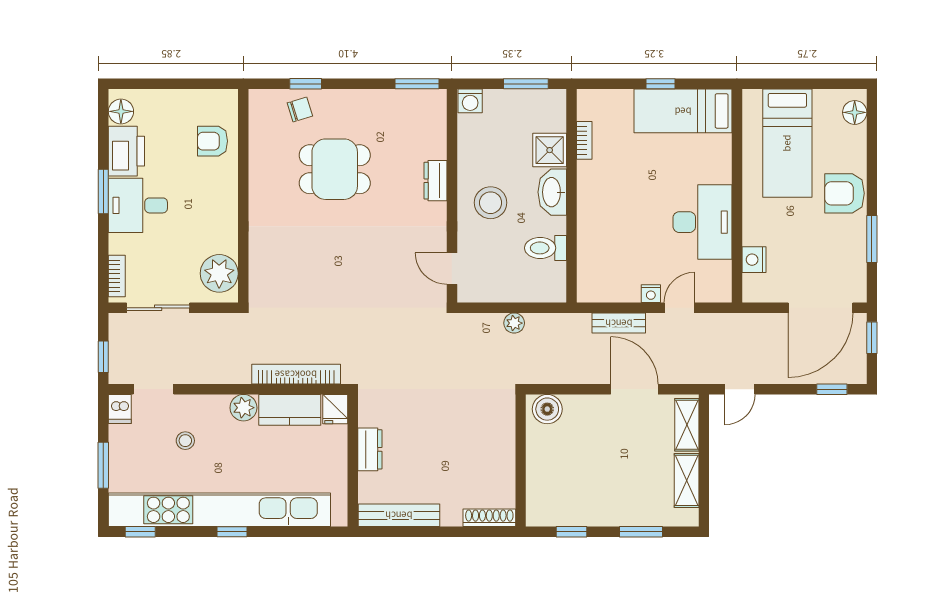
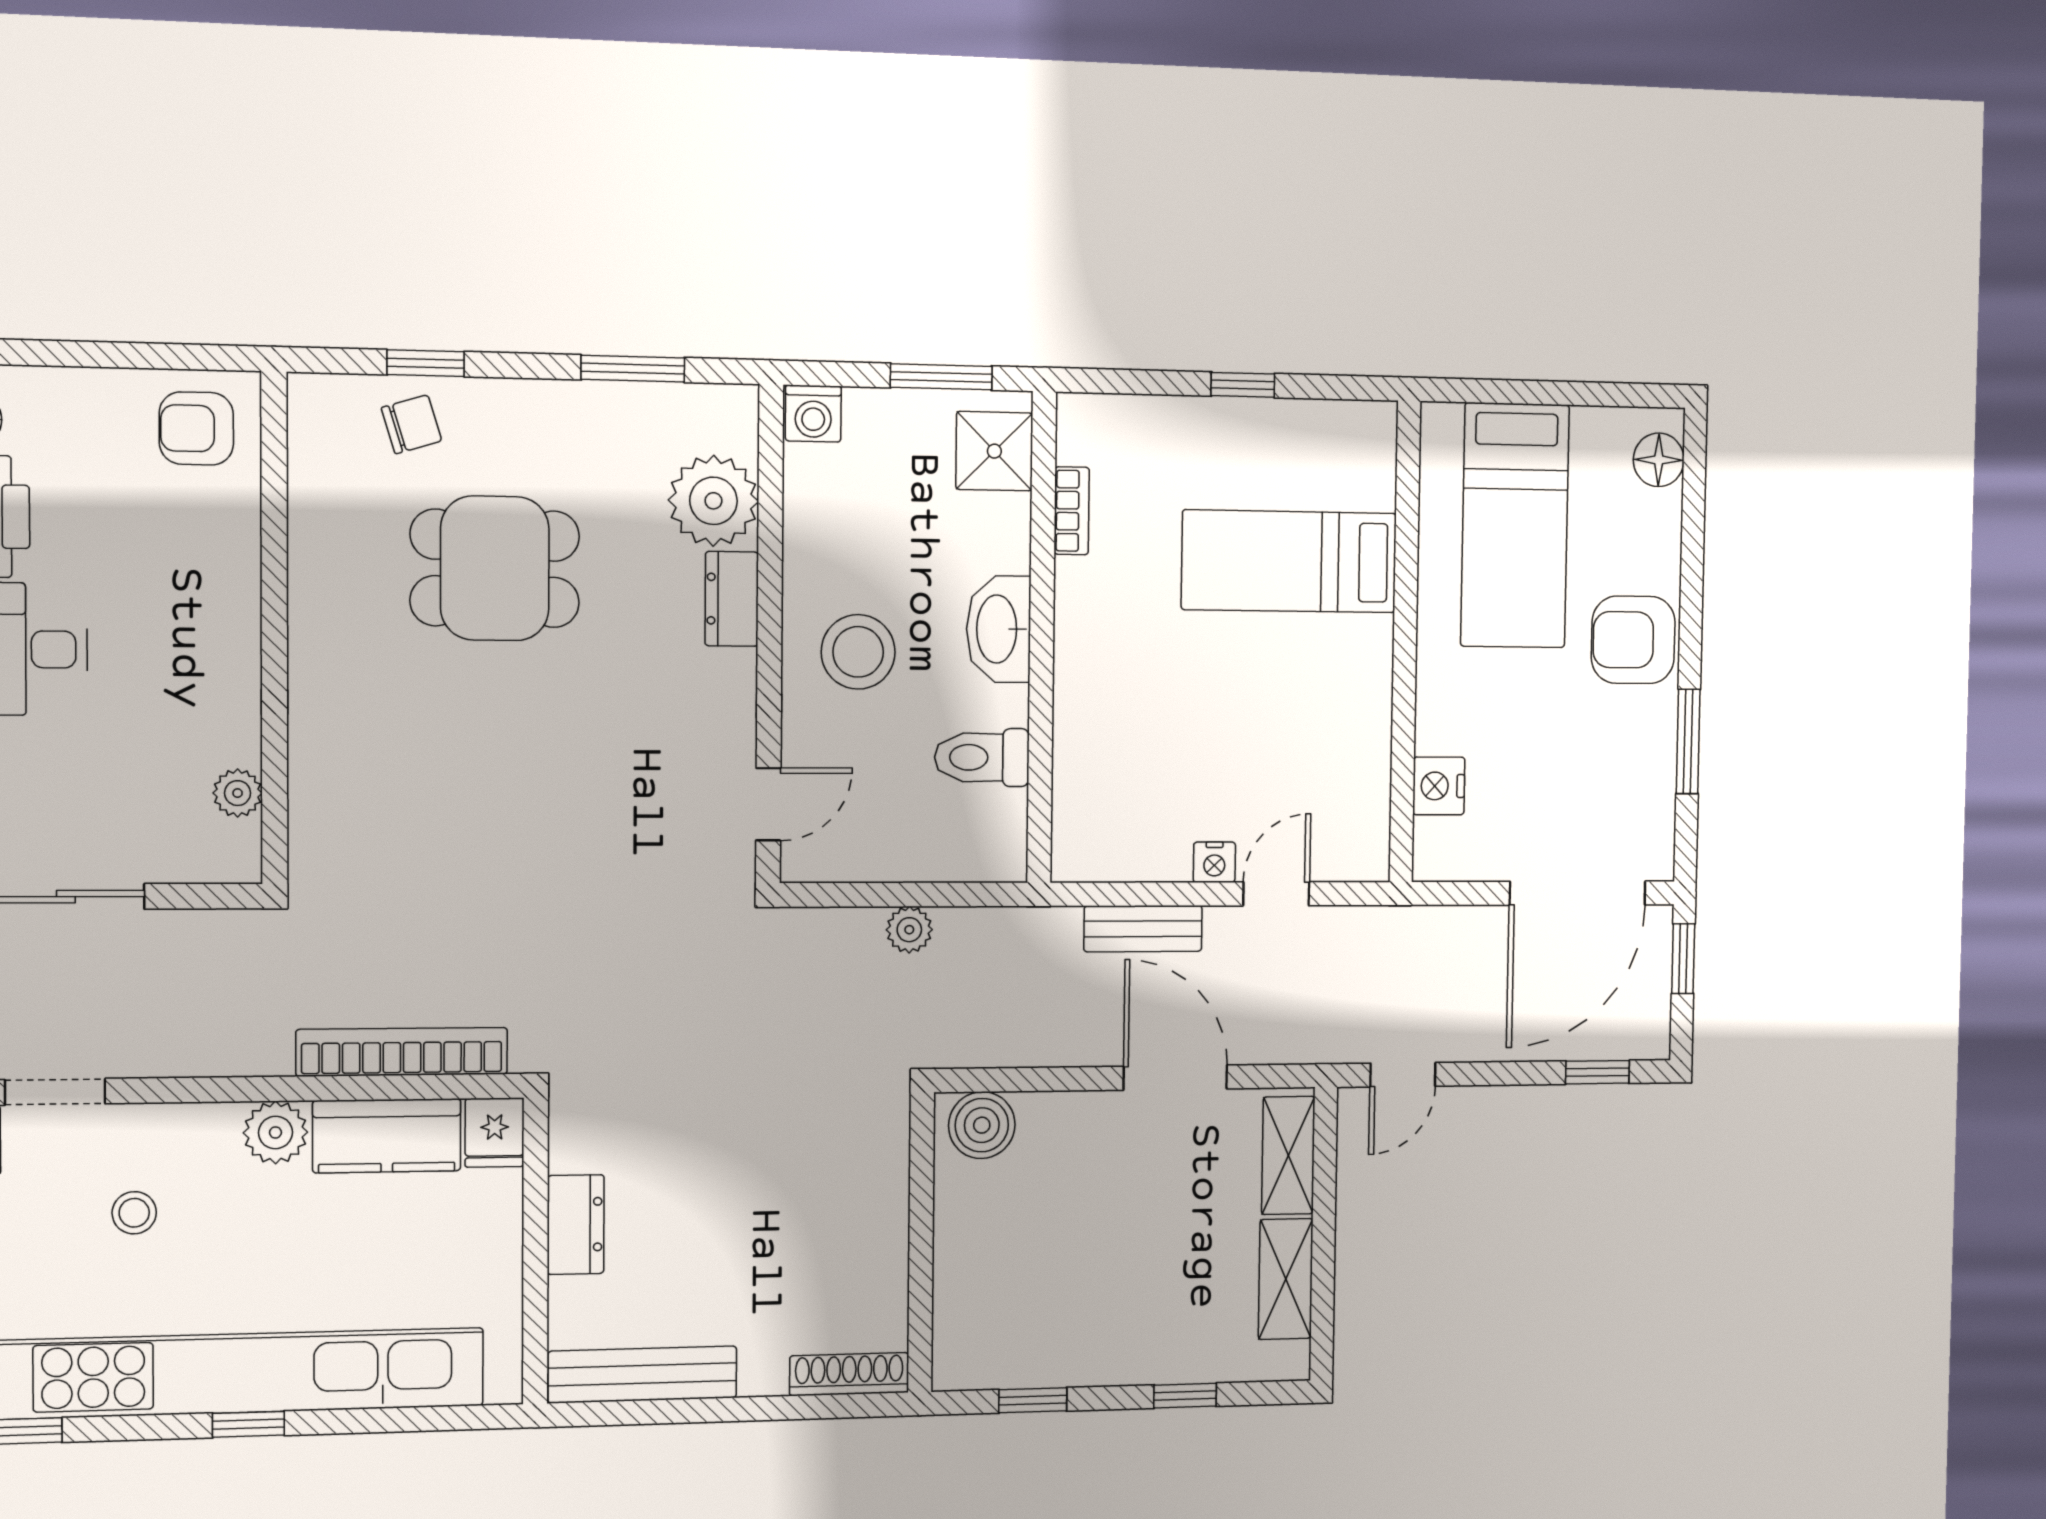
window: (417, 84) -> (633, 369), moved
bed: (683, 111) -> (1289, 561), moved
plant: (427, 139) -> (713, 501), added
armchair: (213, 141) -> (196, 428), moved
shower: (550, 150) -> (994, 451), moved
desk: (703, 222) -> (1329, 701), removed
door: (452, 269) -> (768, 804), swing flipped
plant: (219, 273) -> (238, 793), width x0.53, depth x0.53
window: (641, 532) -> (1185, 1396), width x0.67

